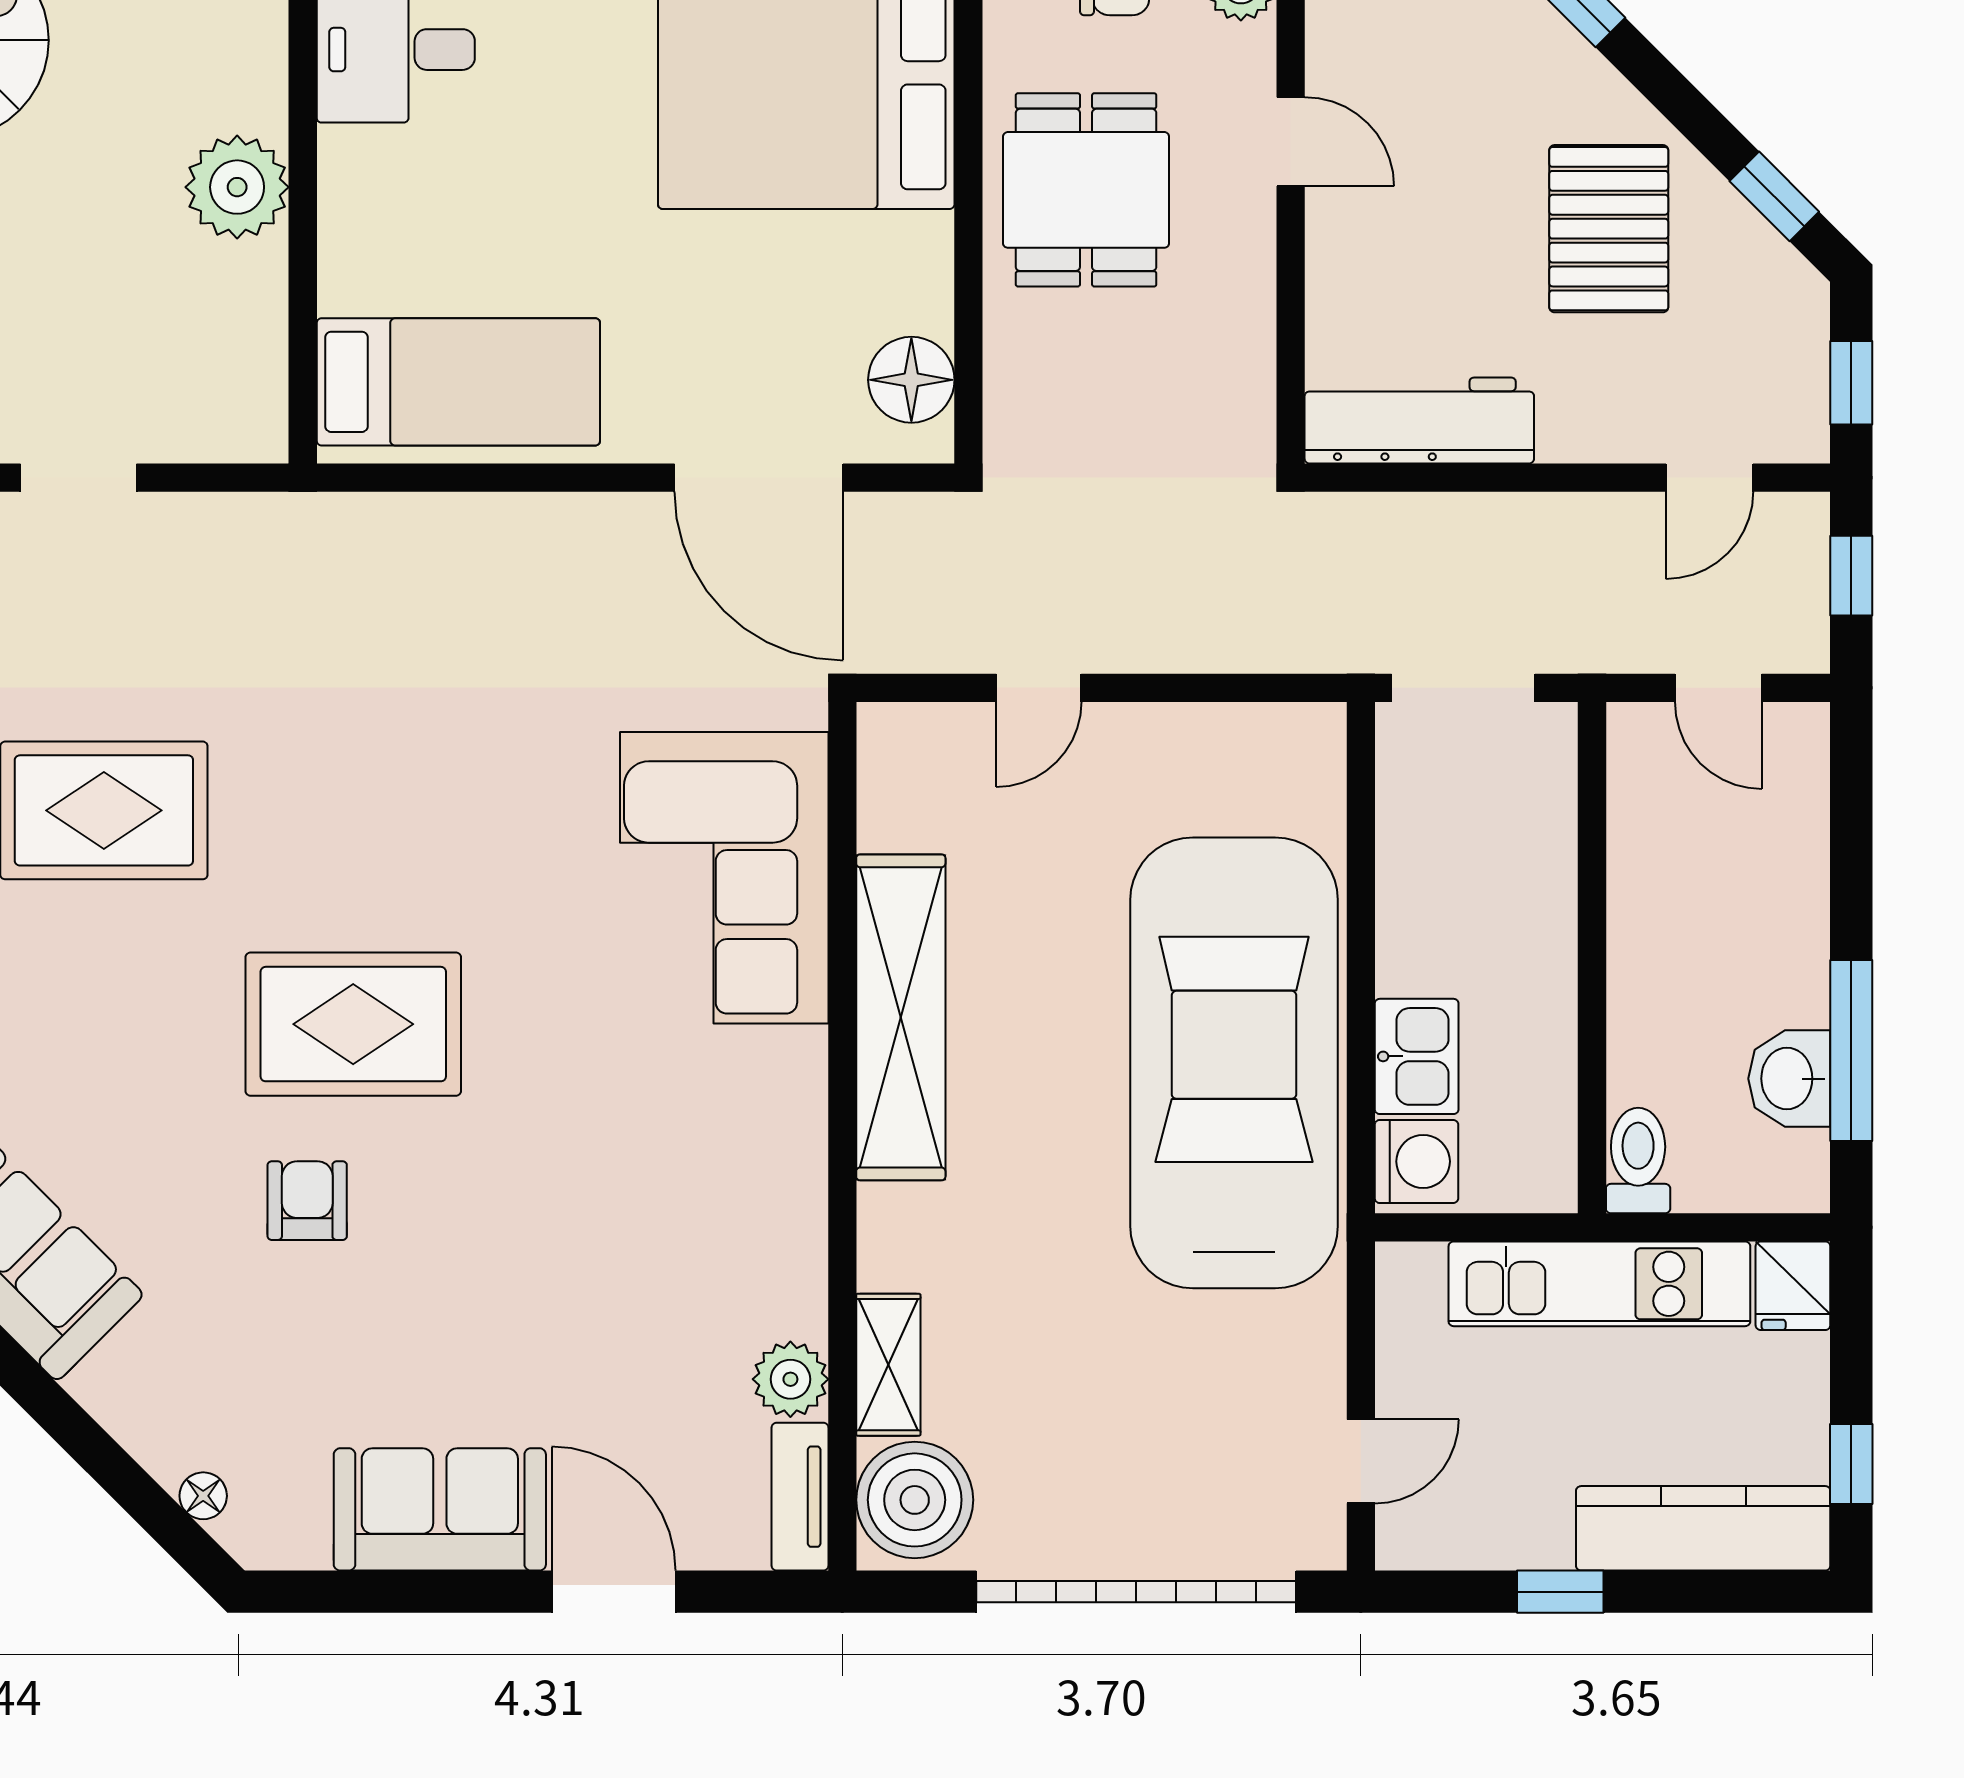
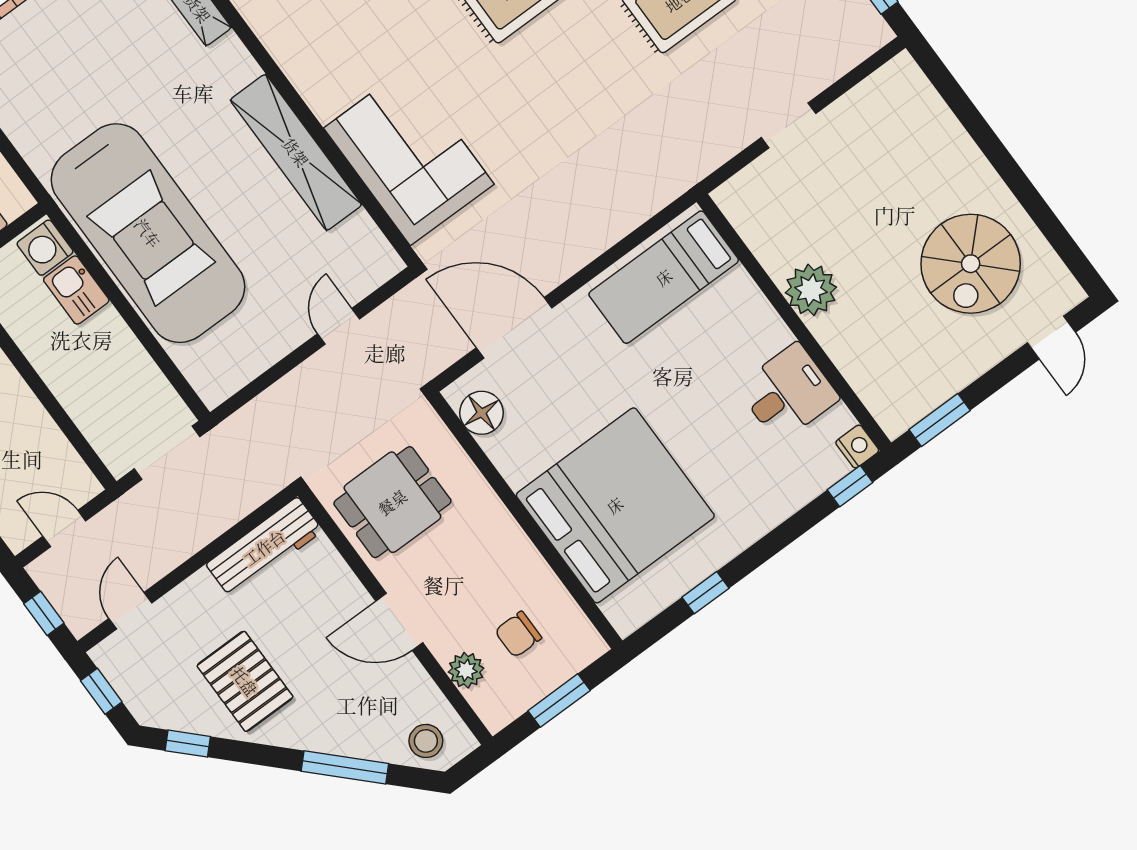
door: (1291, 142) -> (399, 622), width x1.38
dining table: (1086, 190) -> (392, 502), moved, turned 90

